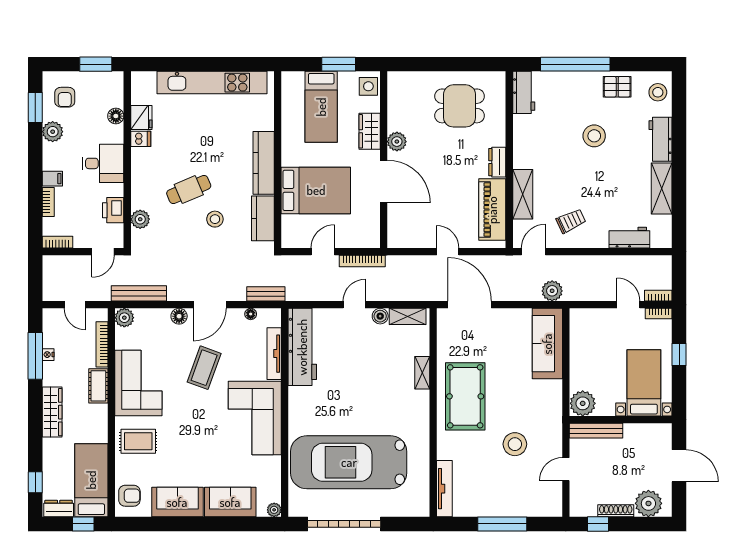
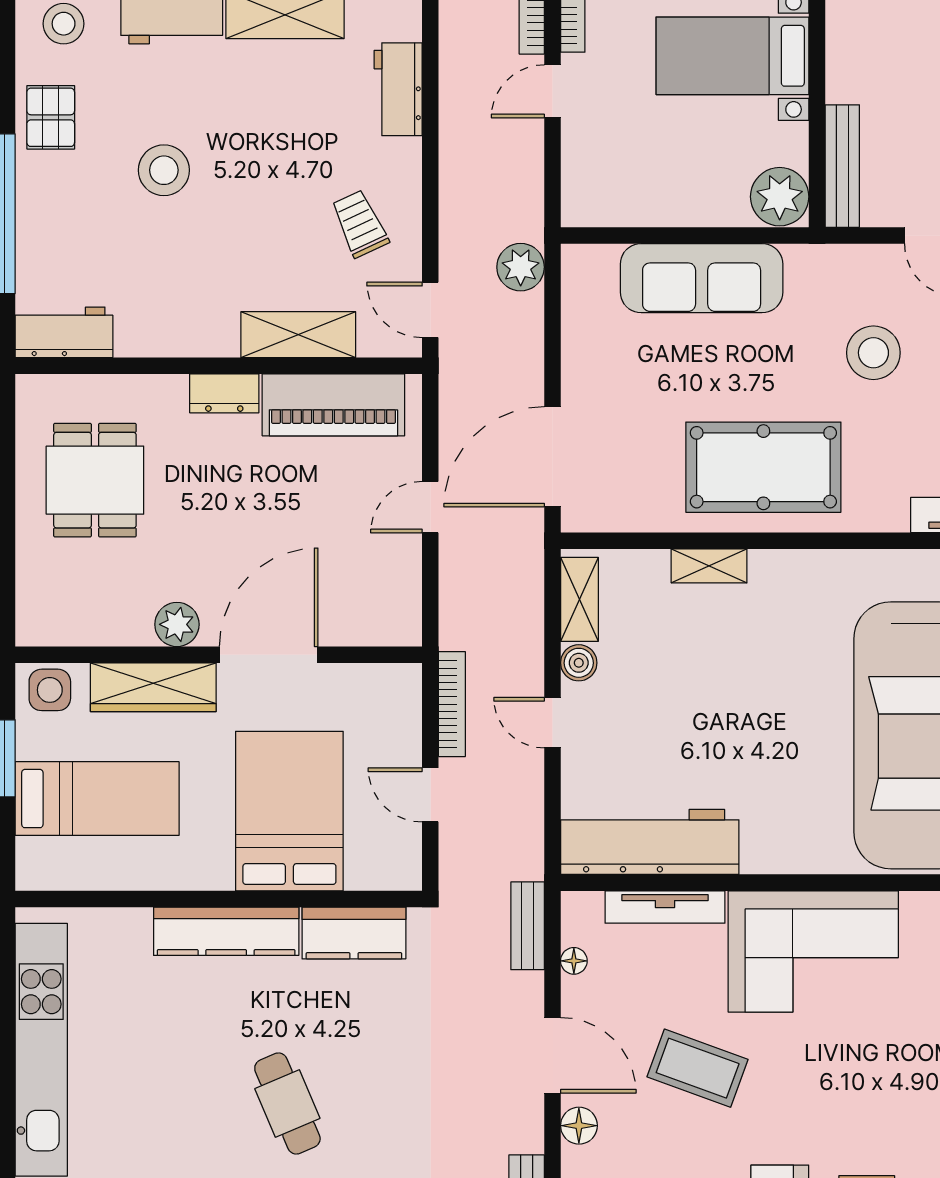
wardrobe: (370, 131) -> (153, 687), width x1.50
stool: (215, 219) -> (355, 1043), removed
sofa: (547, 344) -> (702, 278), moved

